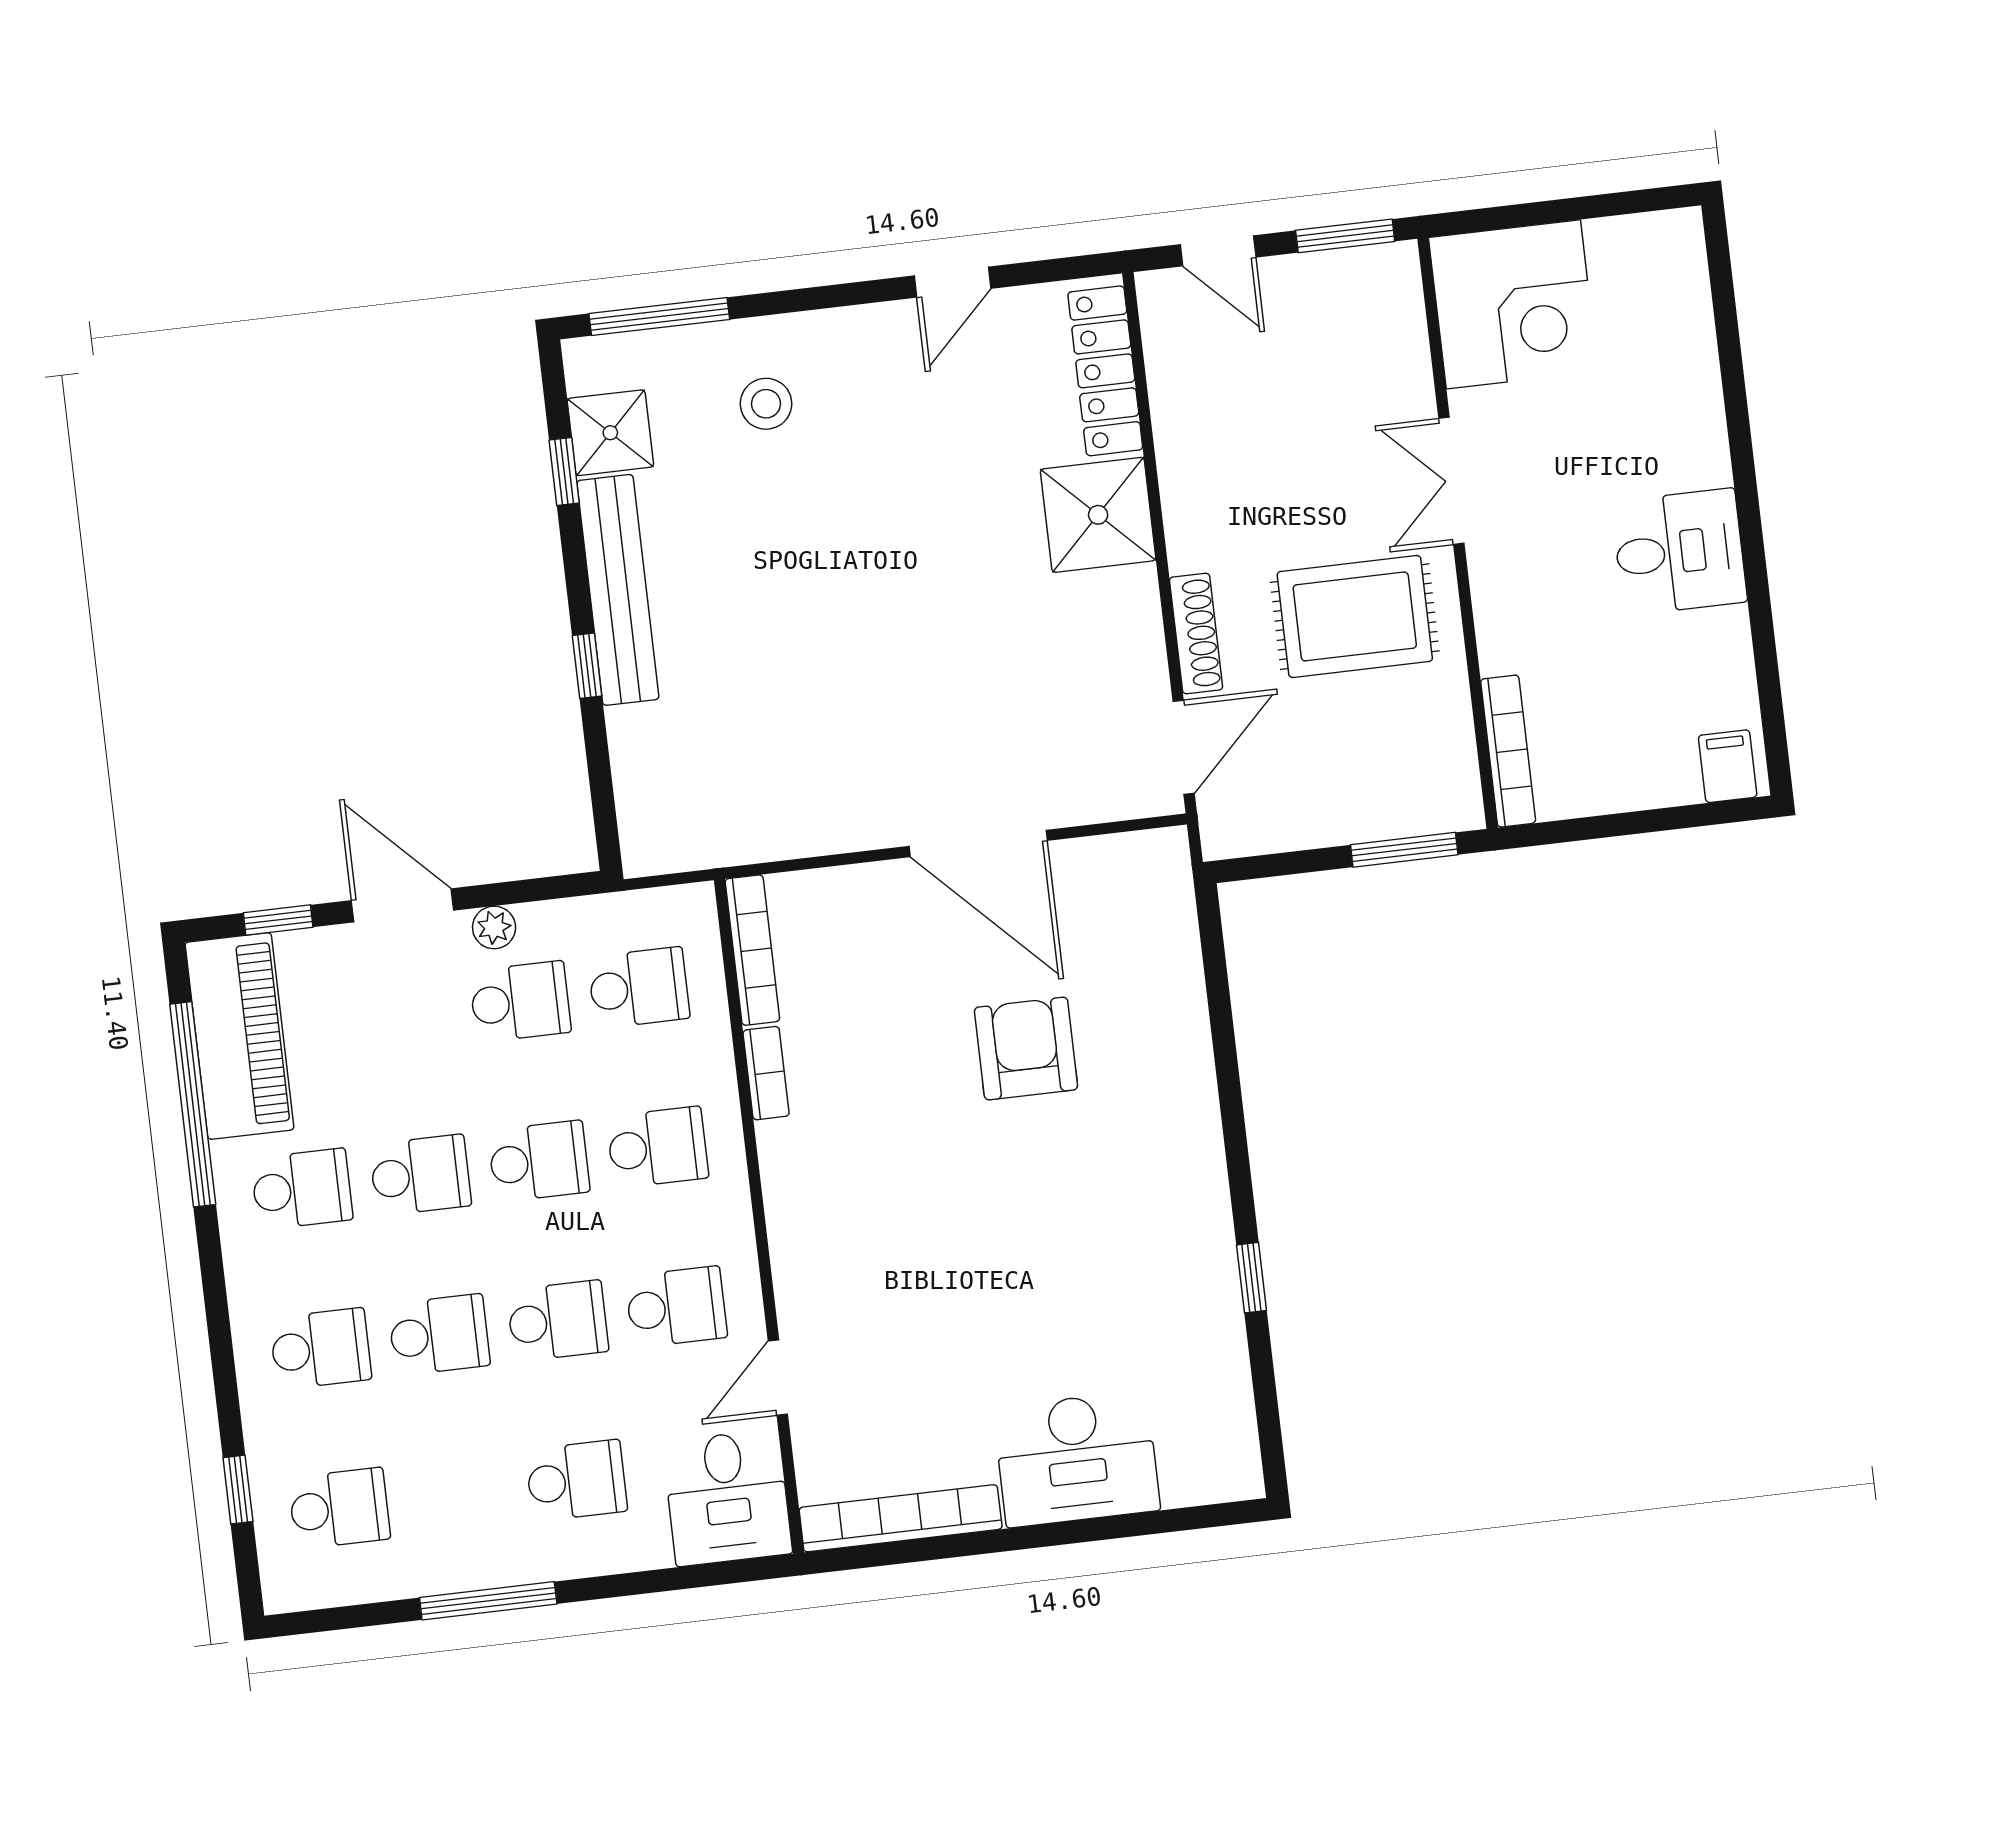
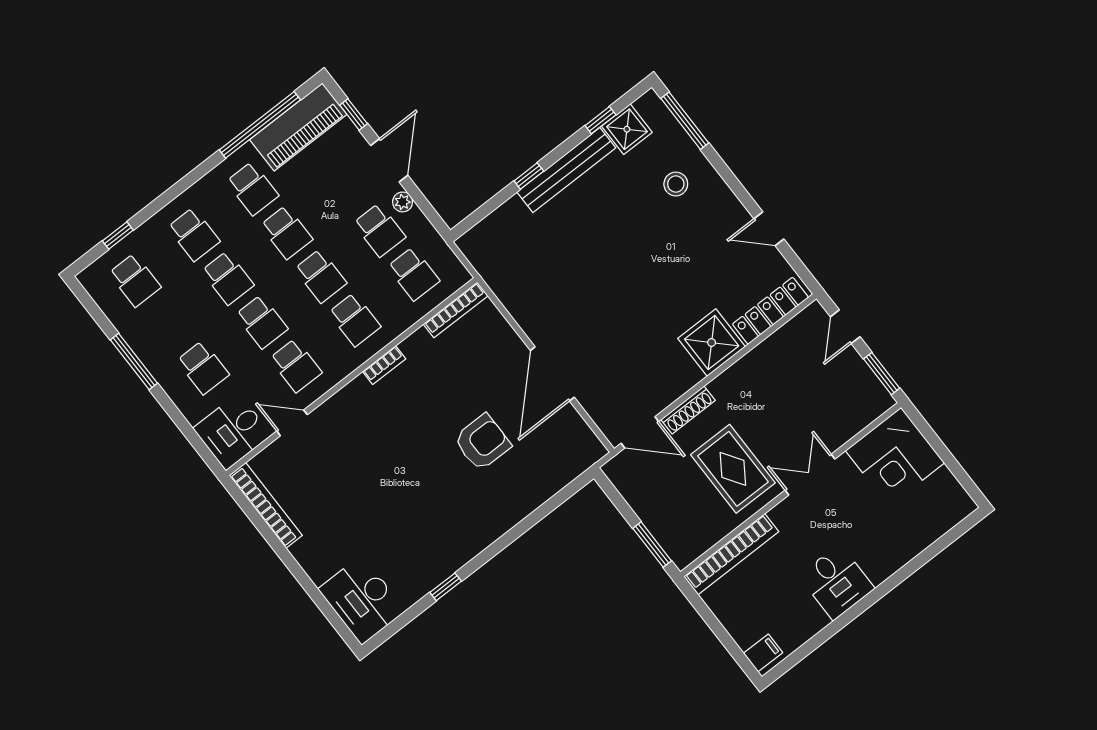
bookcase: (1508, 751) -> (731, 554), width x1.48, depth x1.31
bookcase: (766, 1073) -> (384, 365), moved
desk: (1077, 1459) -> (362, 600), moved

